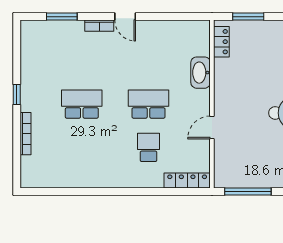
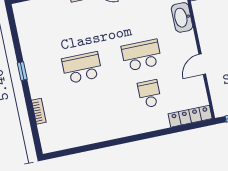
bookcase: (25, 134) -> (39, 111), width x0.64

